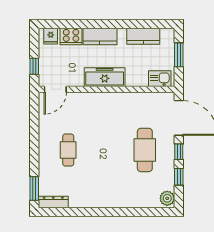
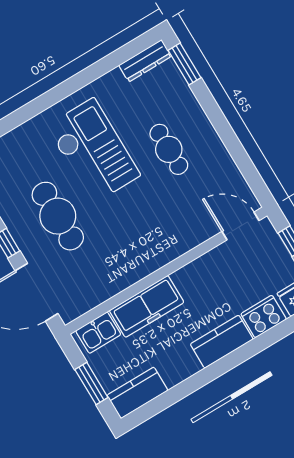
kitchen counter: (143, 36) -> (137, 393), moved
freezer: (105, 77) -> (147, 306), moved
door: (55, 89) -> (241, 226), hinge flipped
checkout: (107, 172) -> (93, 151), added

